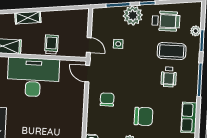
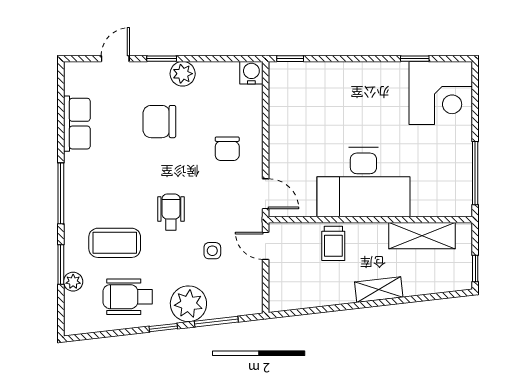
wheelchair: (169, 77) -> (171, 212), moved

